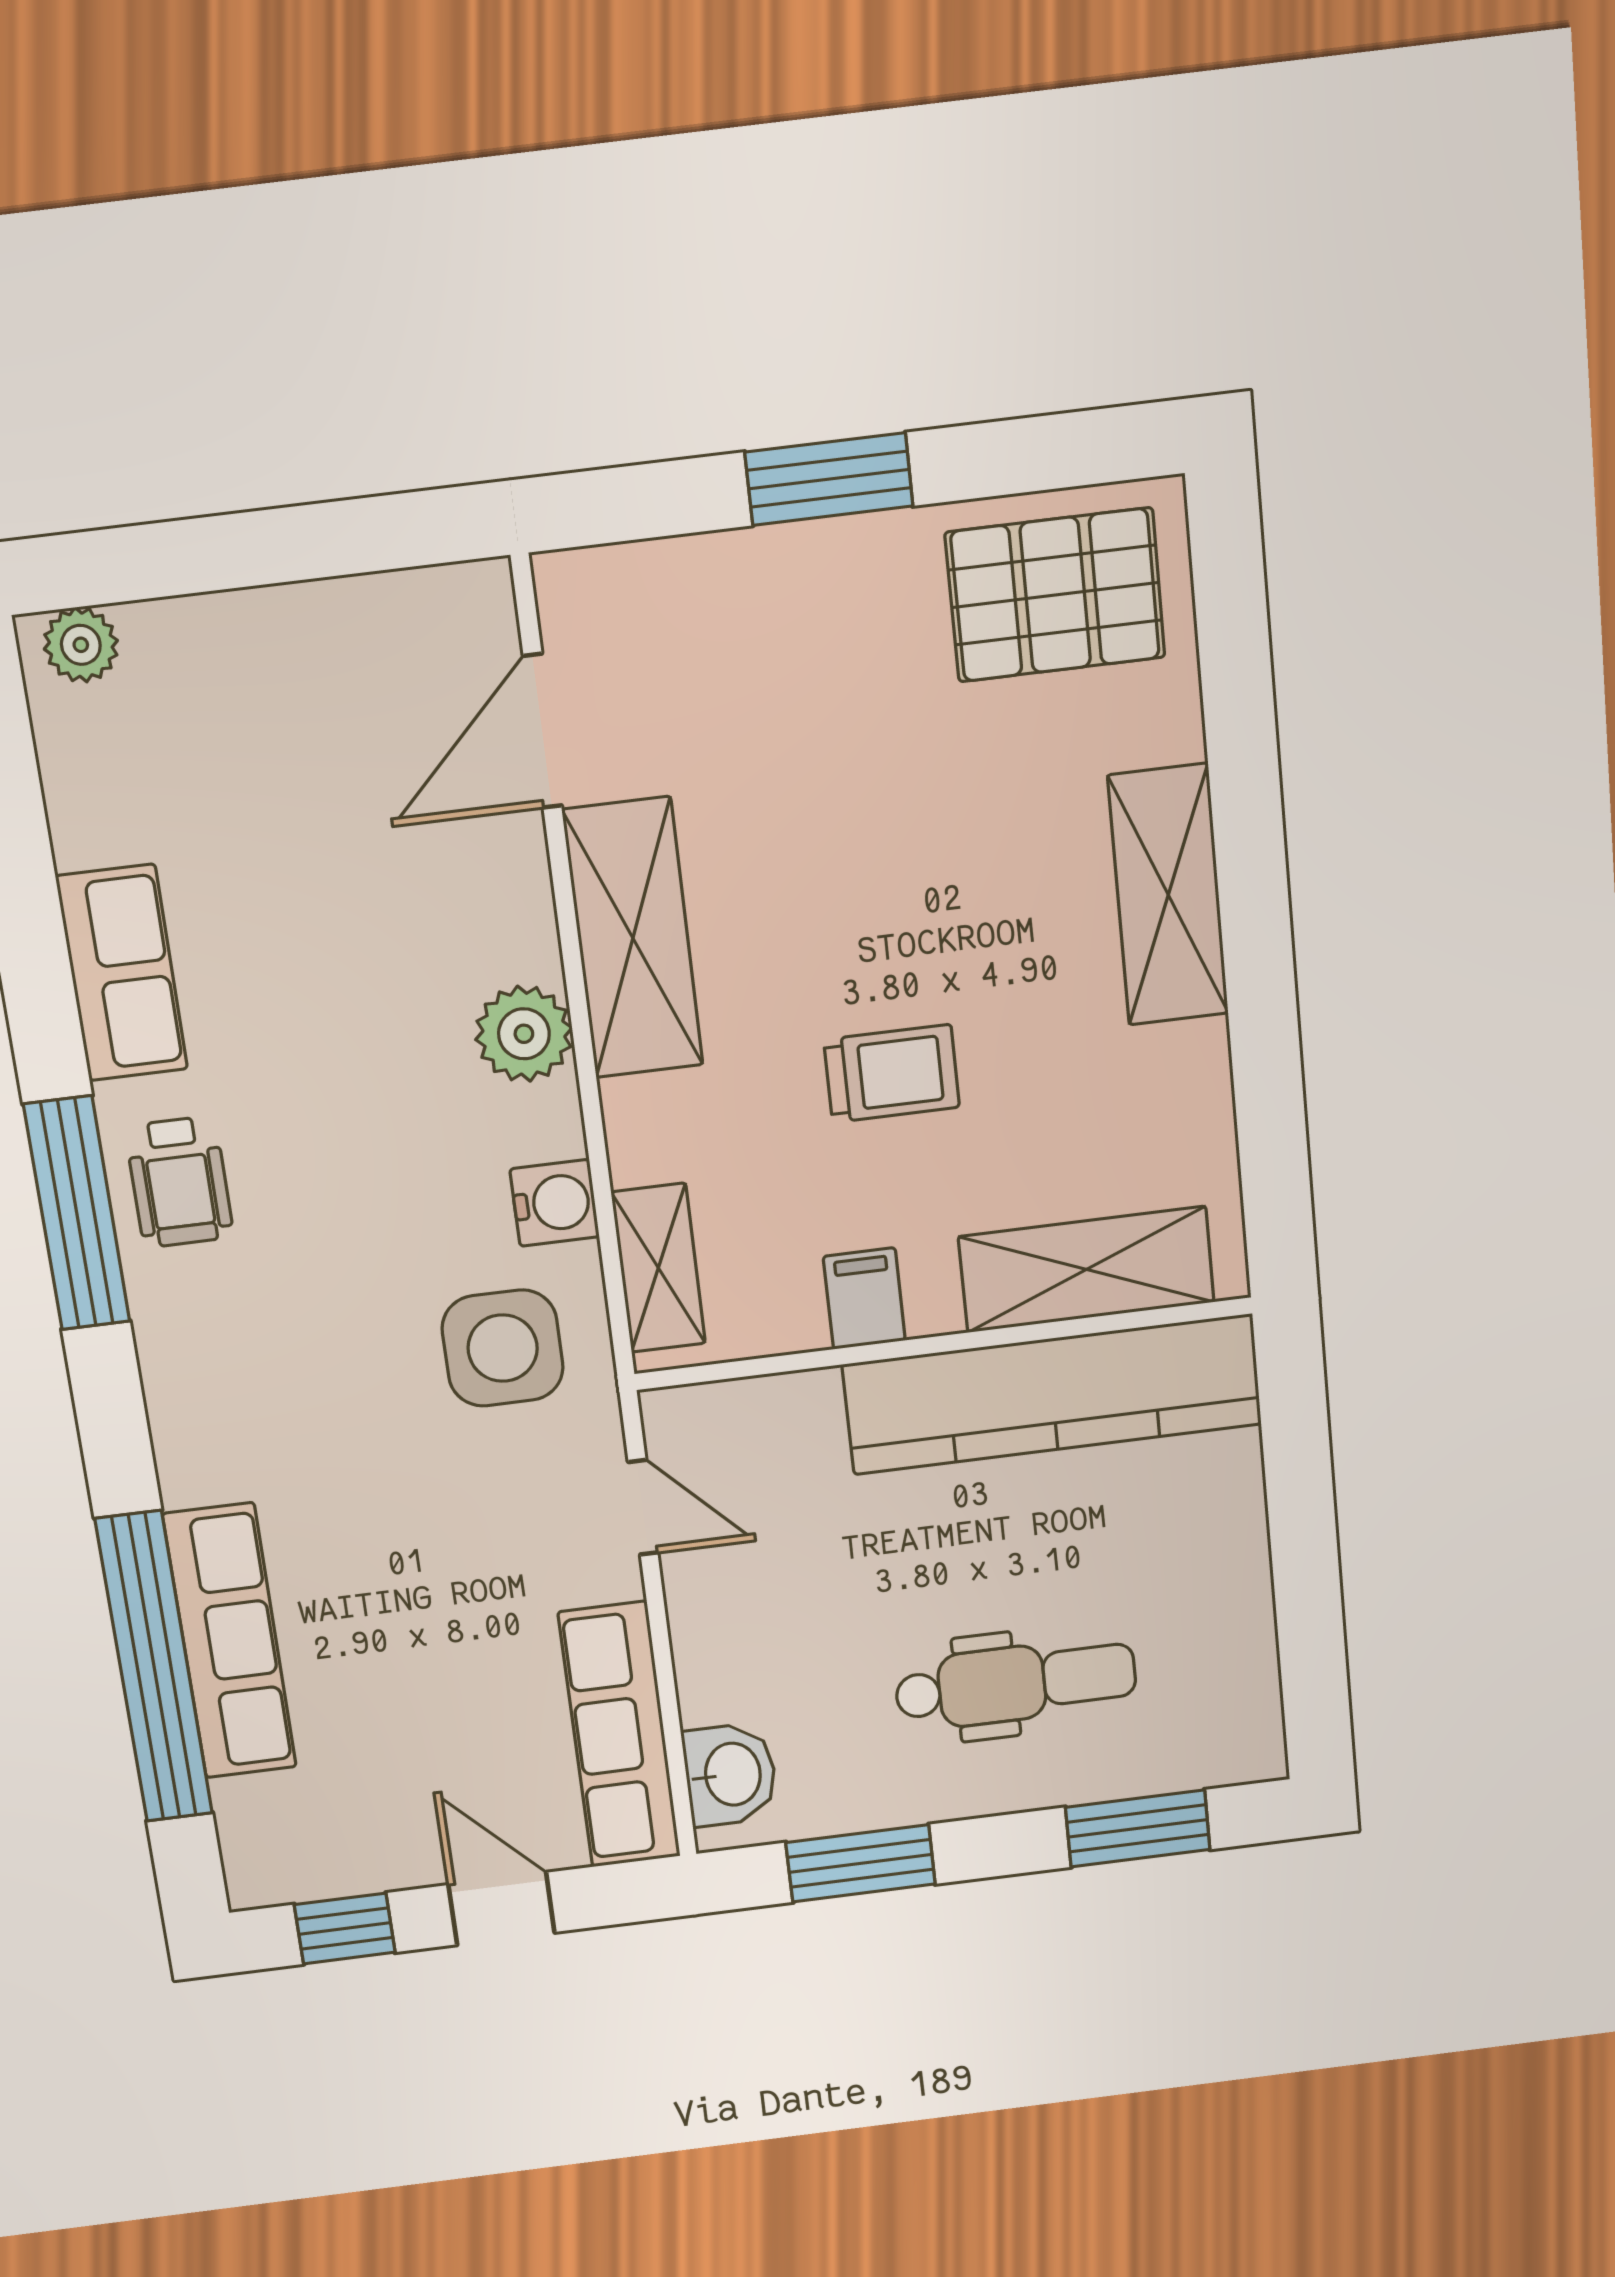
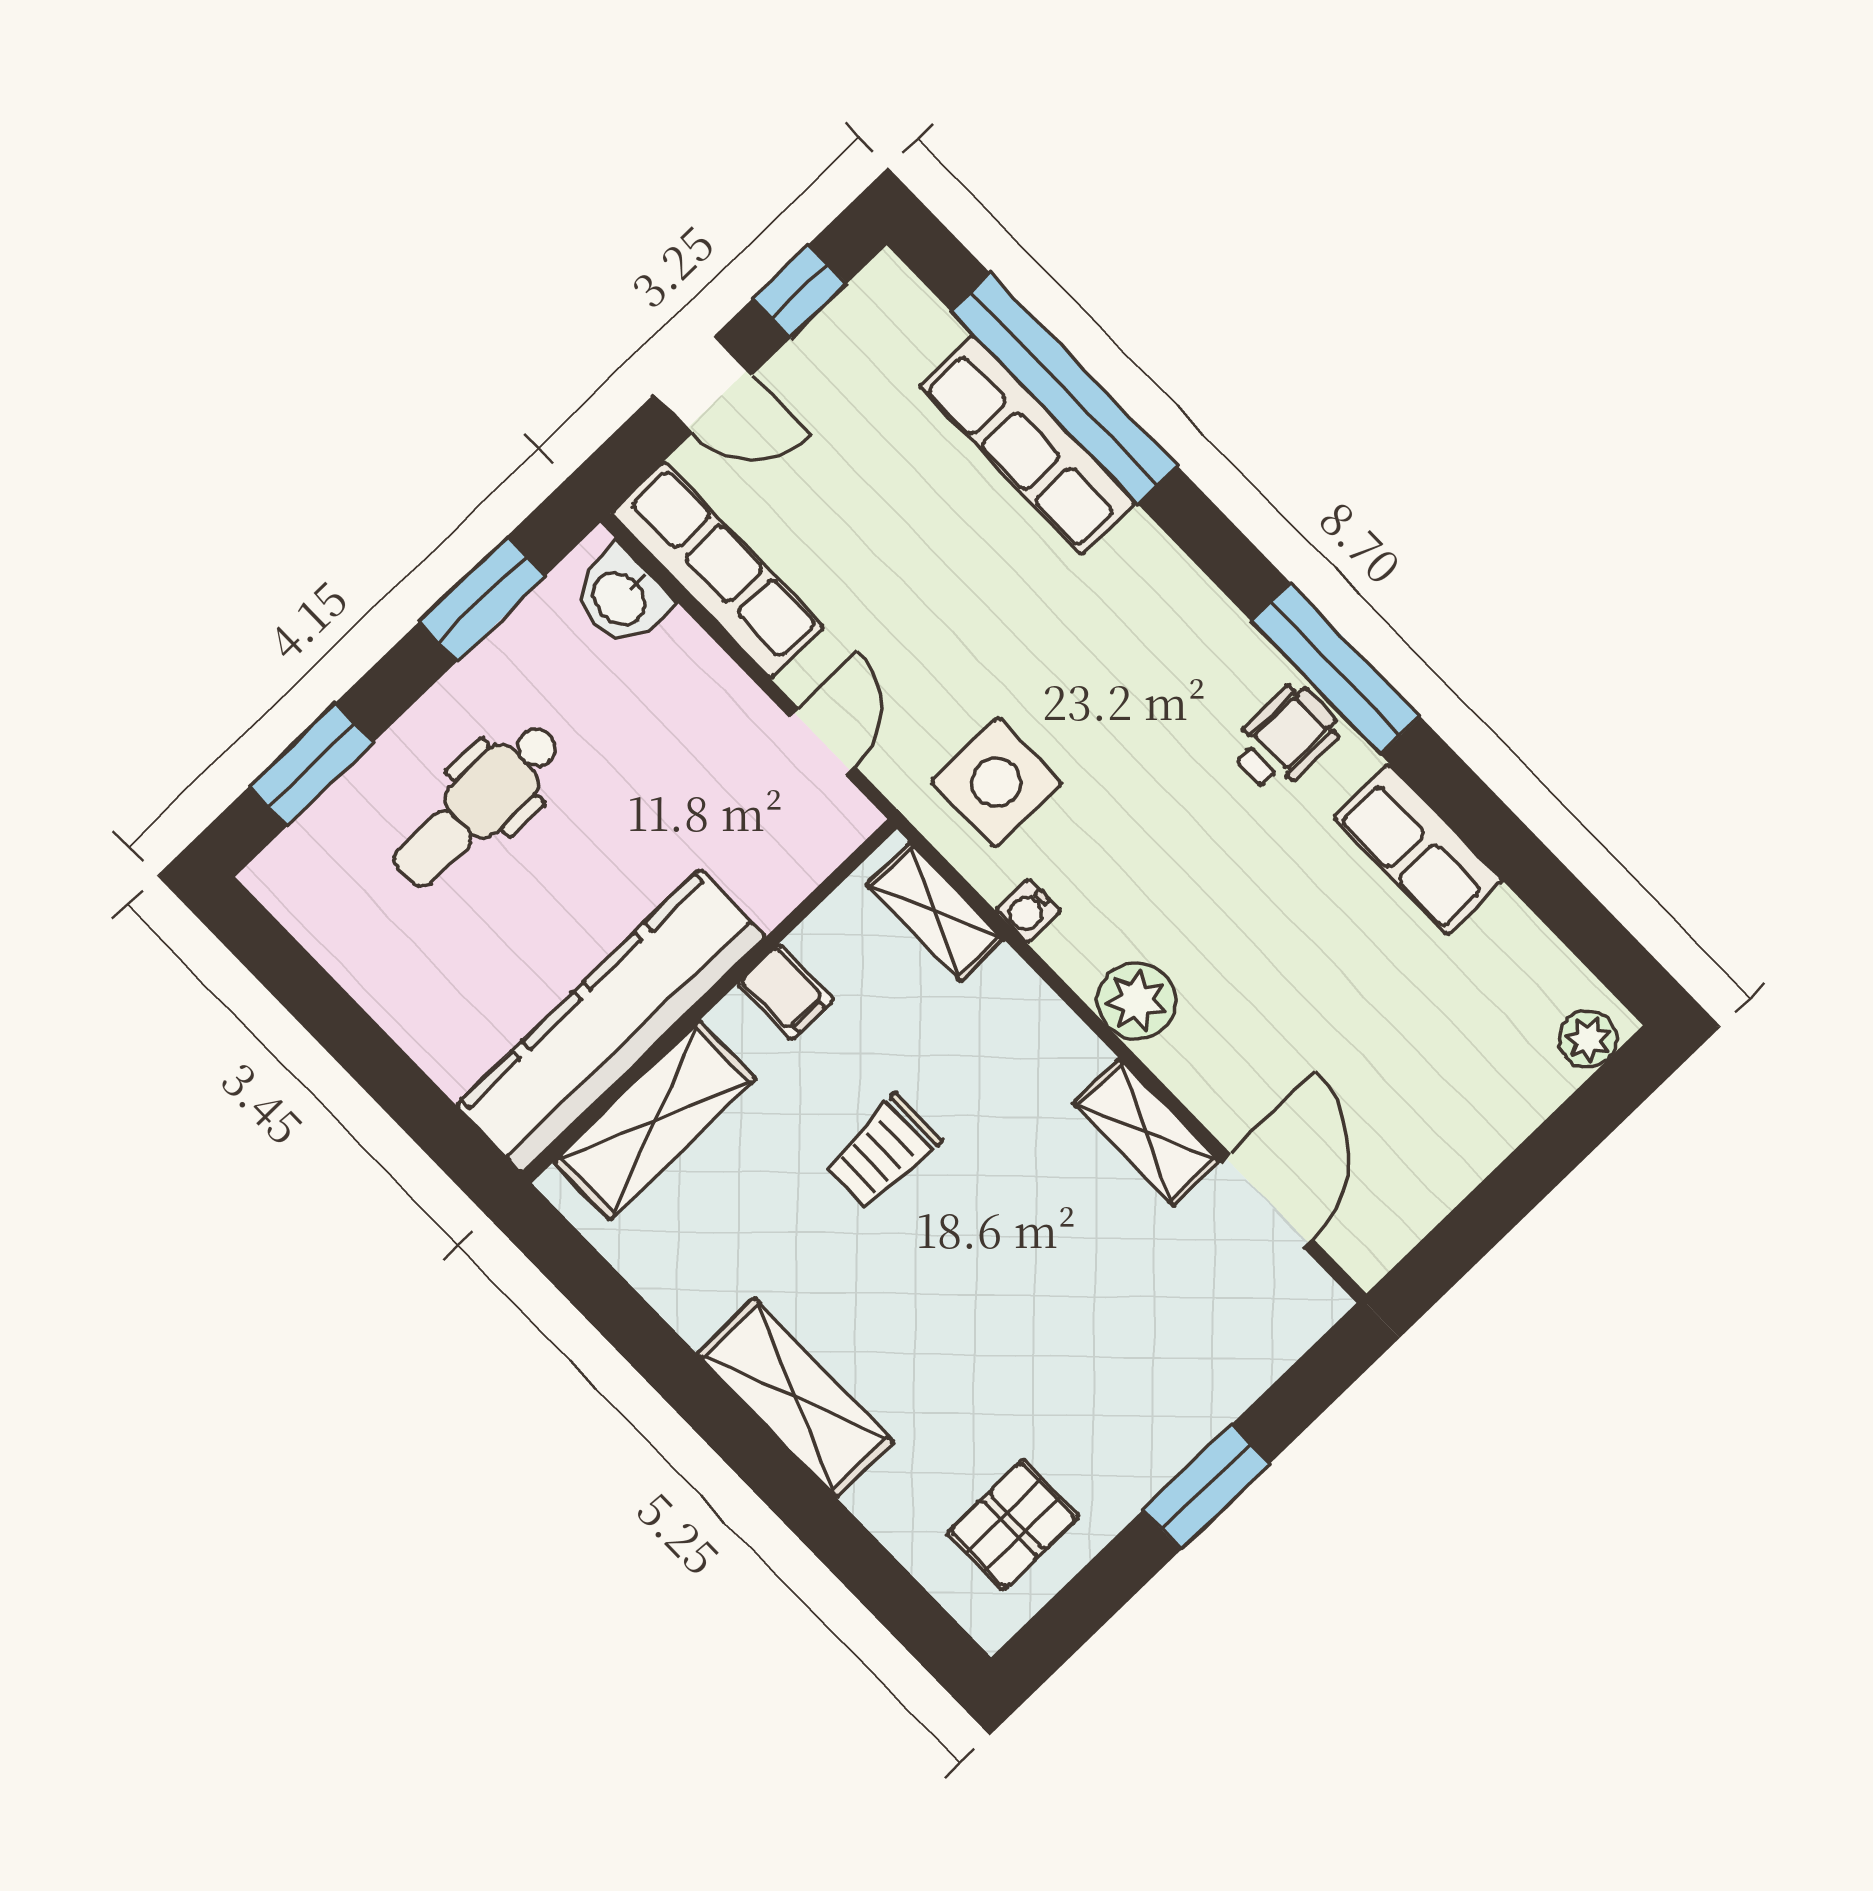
pallet: (1055, 595) -> (1013, 1525), width x0.67, depth x0.71
shelving: (633, 938) -> (1146, 1132), width x0.67, depth x0.75
wheelchair: (179, 1182) -> (1285, 739), turned 90
water cooler: (555, 1203) -> (1028, 911), width x0.72, depth x0.72
door: (643, 1507) -> (822, 742), swing flipped

